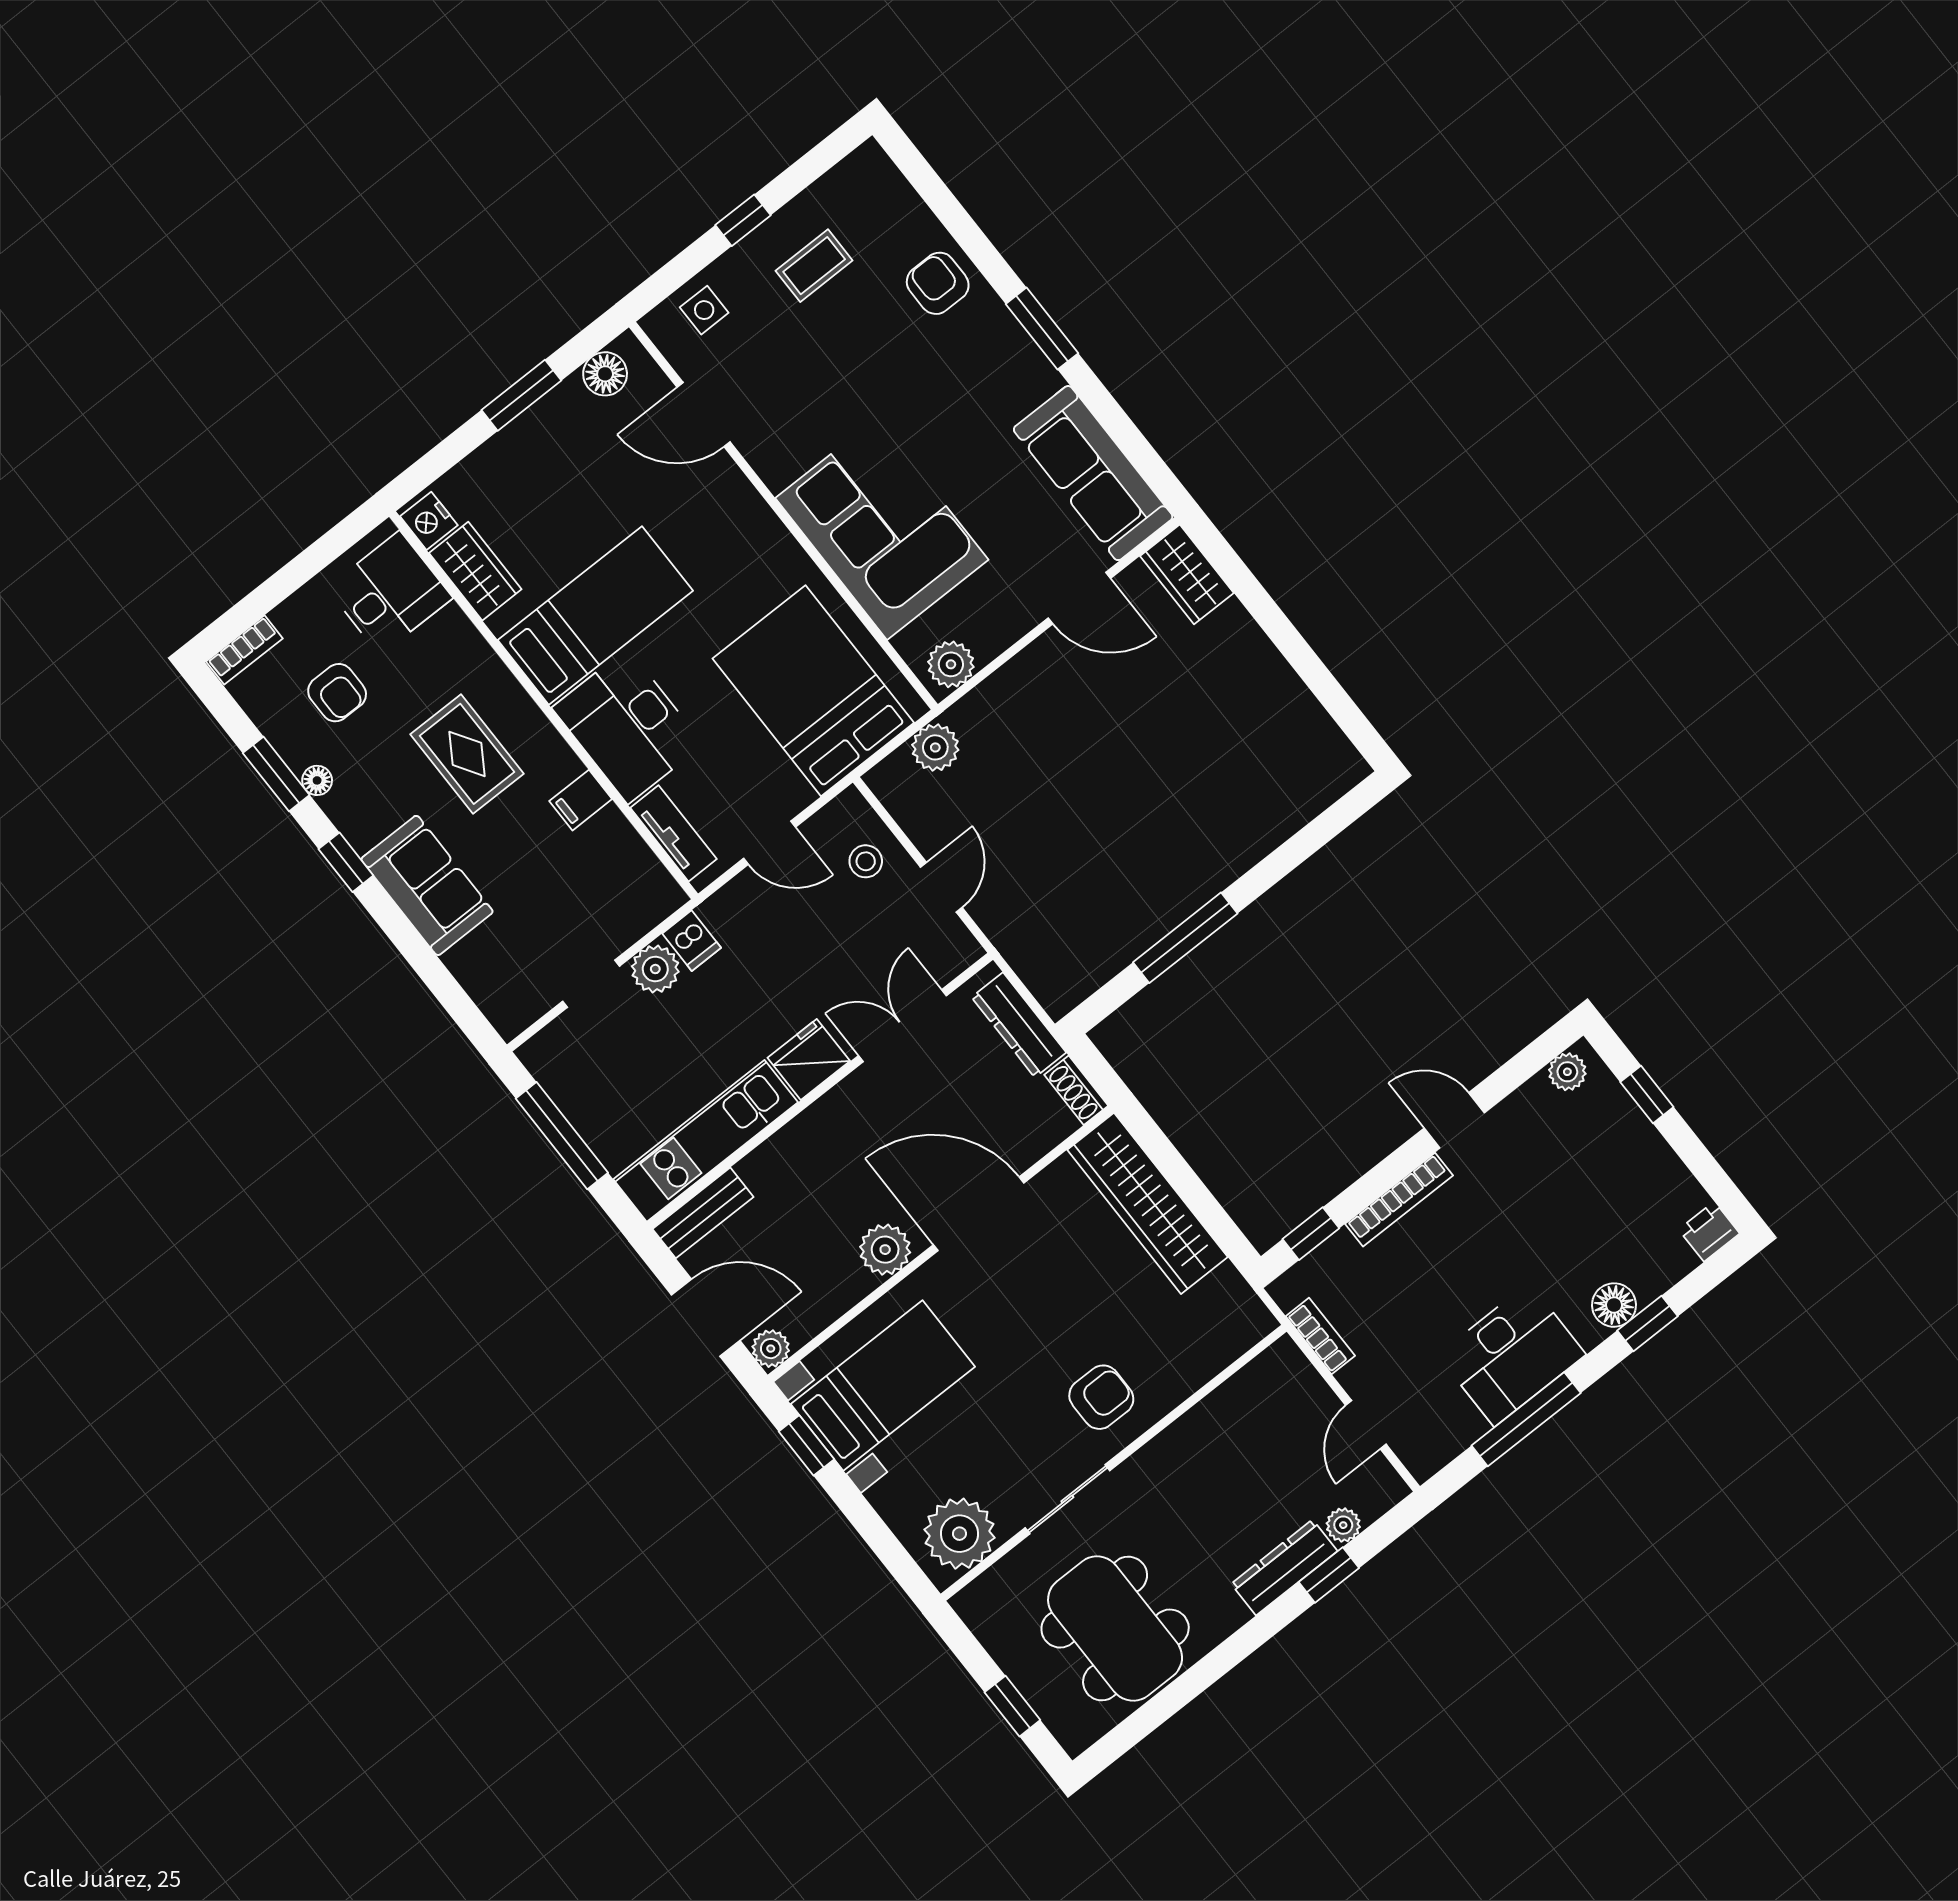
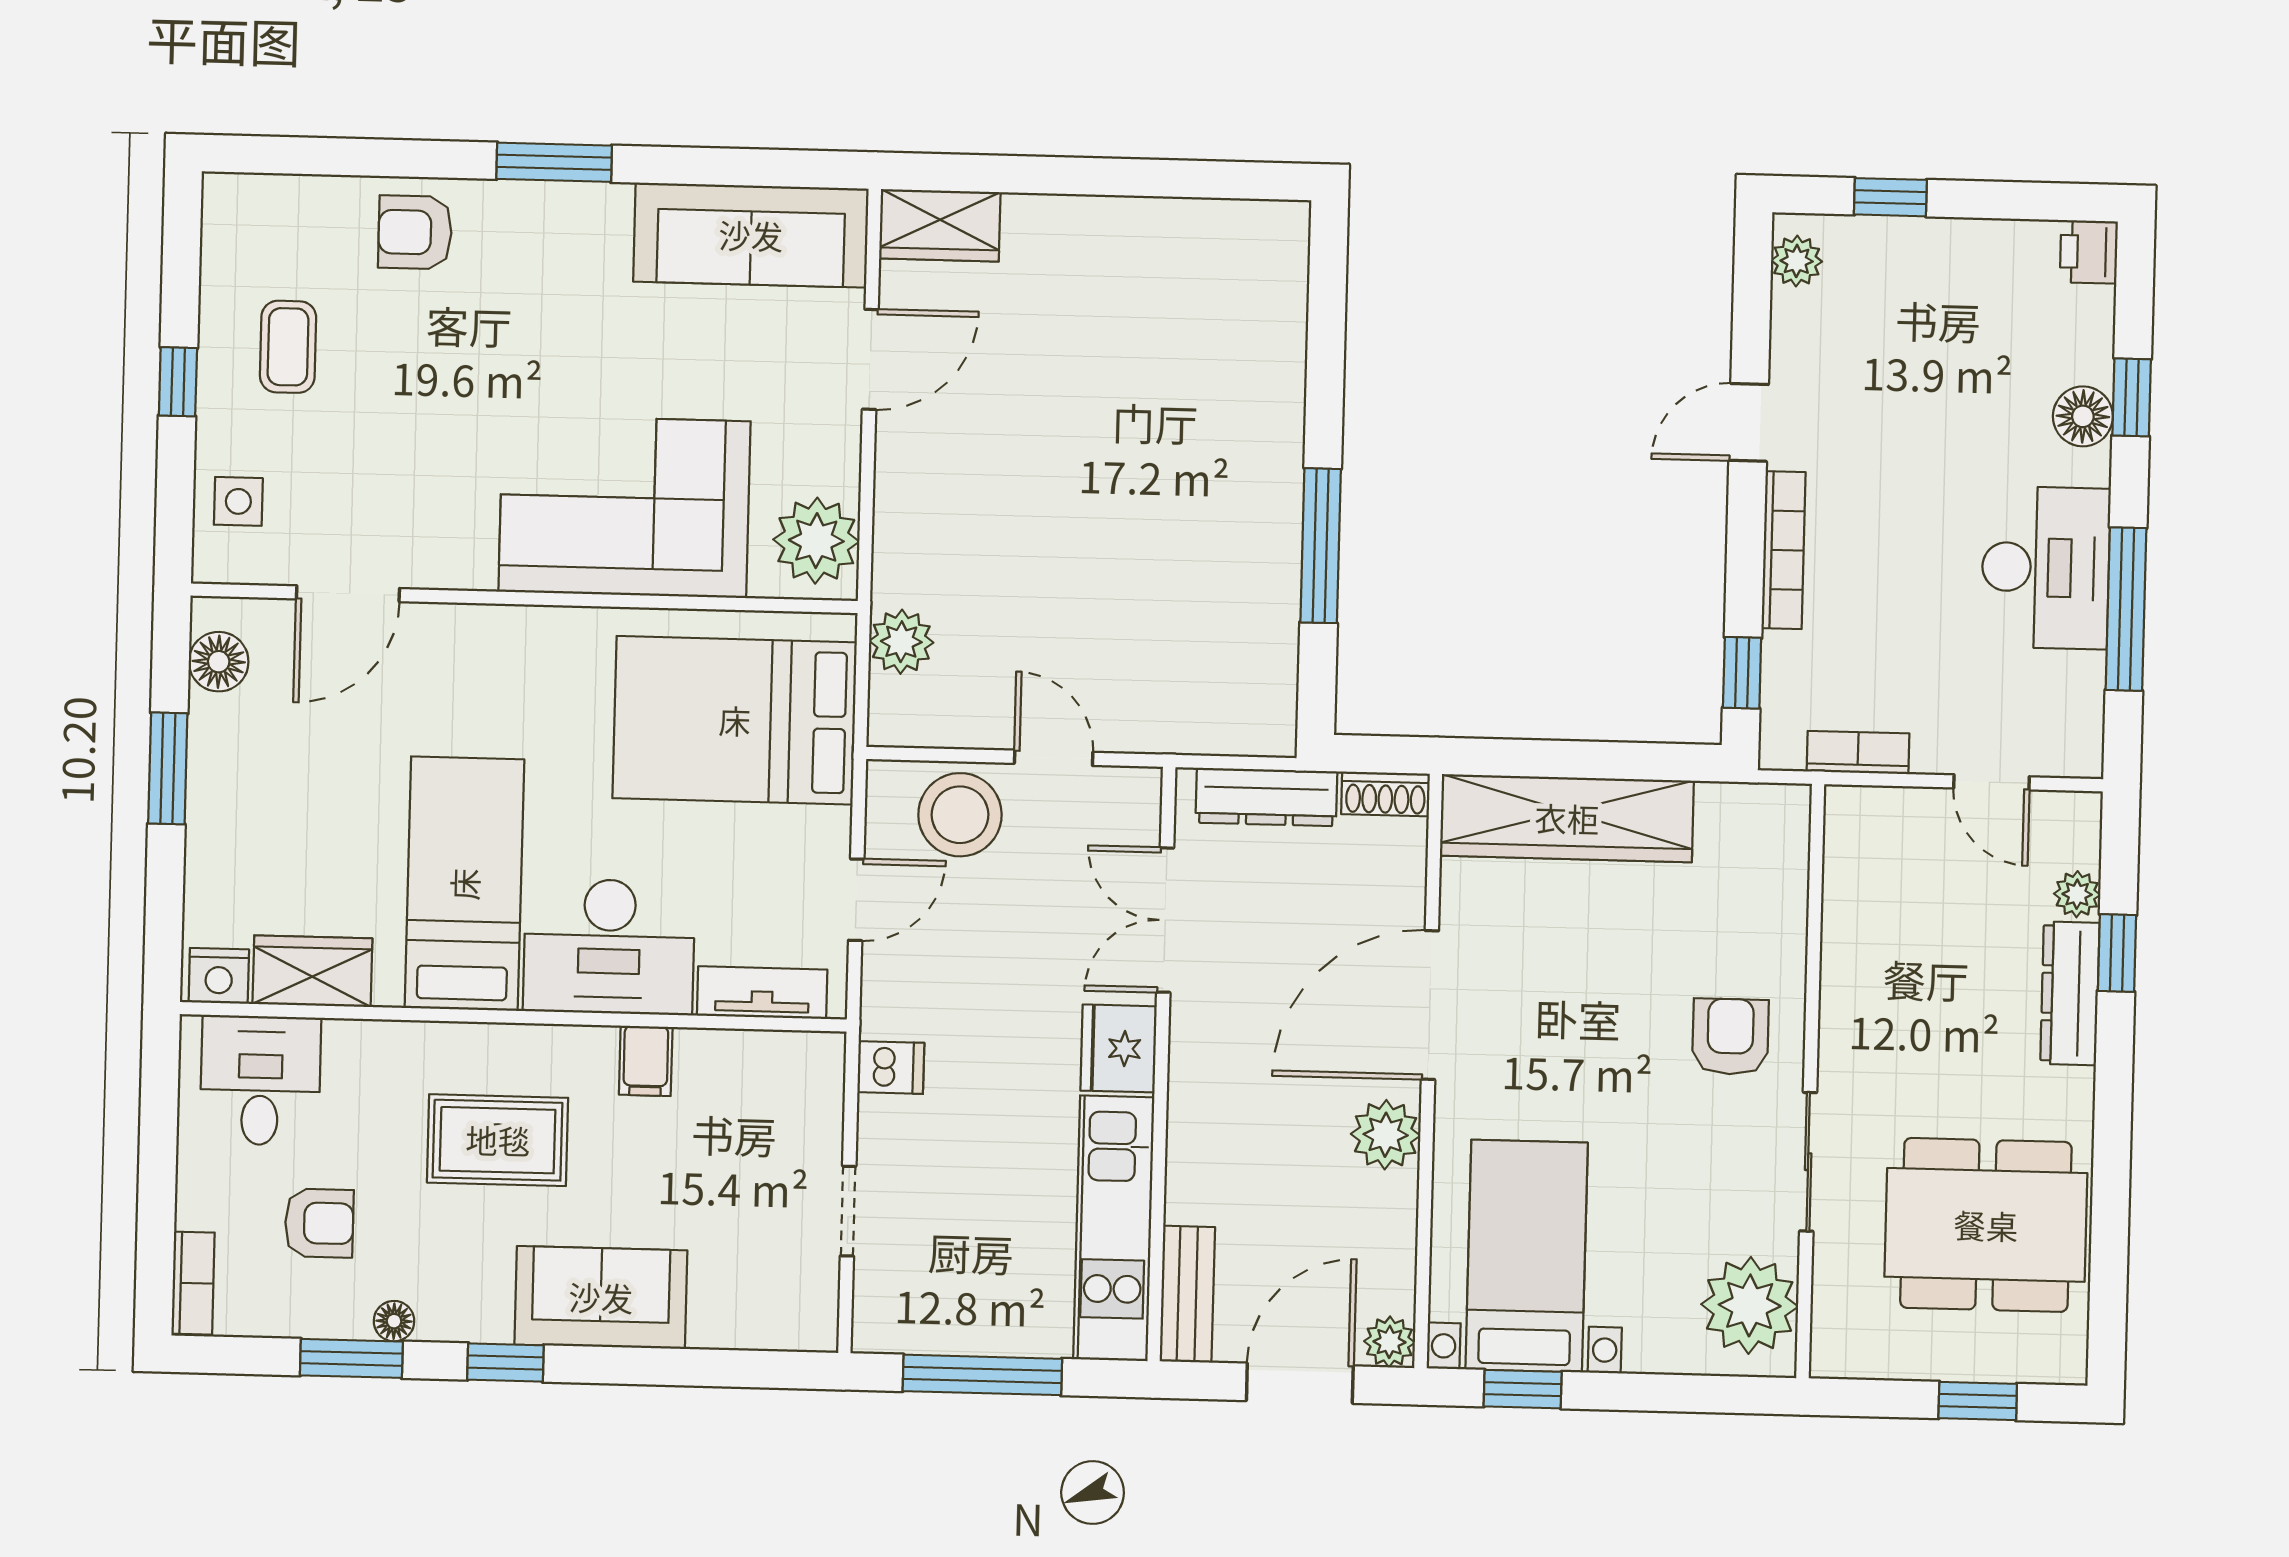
plant: (951, 664) -> (816, 541), width x1.36, depth x1.36
stool: (866, 861) -> (960, 815), width x1.89, depth x1.89
plant: (655, 969) -> (889, 1131), removed

